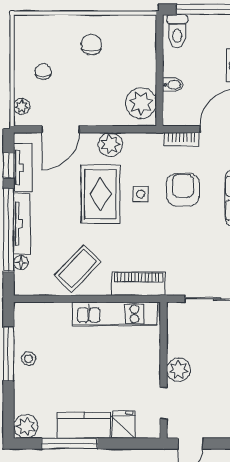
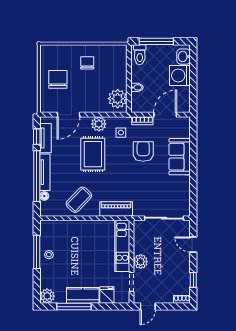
chair: (43, 72) -> (58, 79), width x1.87, depth x1.87
plant: (22, 106) -> (45, 101), removed
side table: (141, 194) -> (121, 133), moved
kitchen unit: (115, 314) -> (122, 246), moved, turned 90

